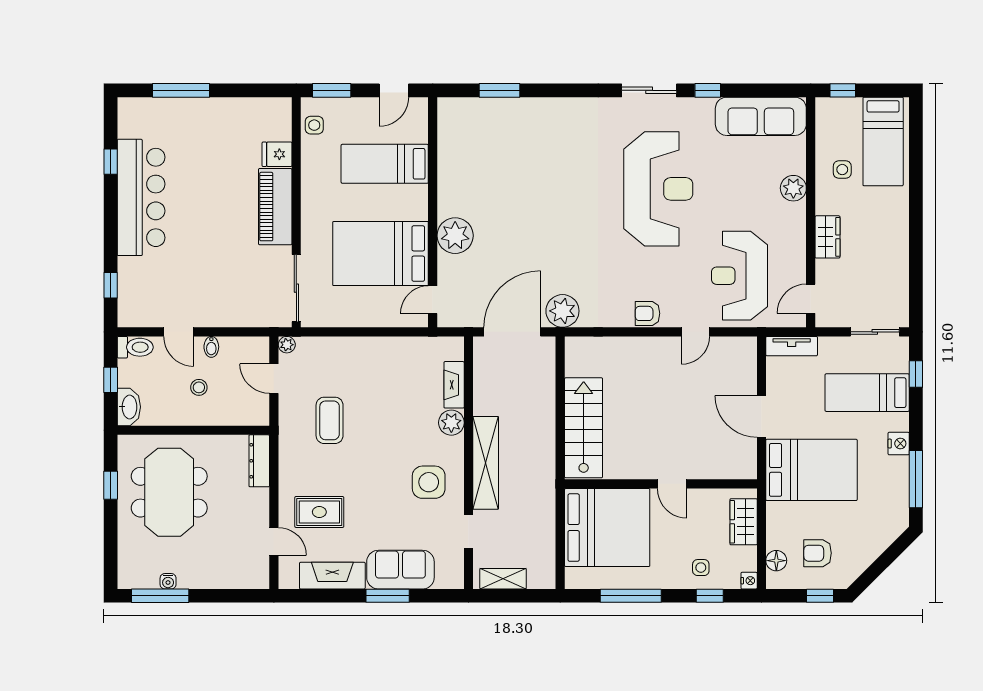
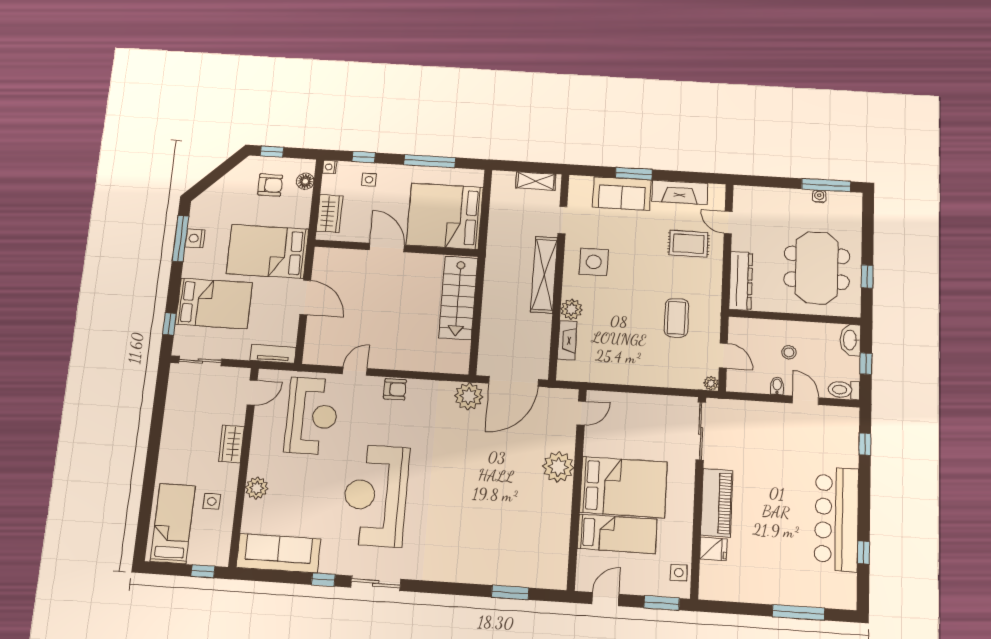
bed: (381, 254) -> (623, 487), moved
bed: (867, 393) -> (214, 304), width x1.50
nightstand: (899, 444) -> (195, 238), moved
dresser: (259, 461) -> (741, 281), width x1.37, depth x1.24
door: (672, 484) -> (387, 248), width x1.38

